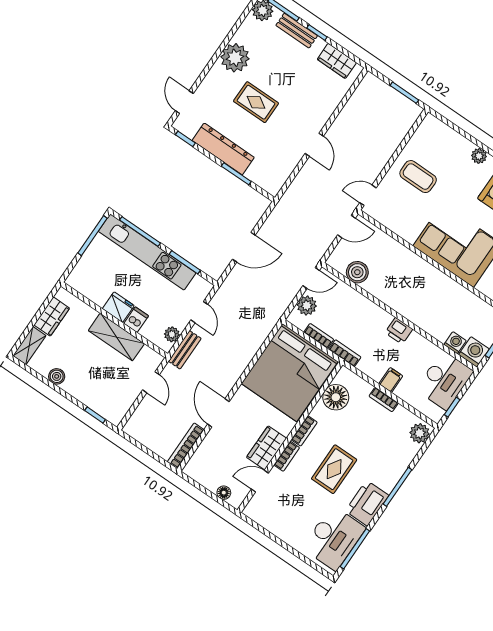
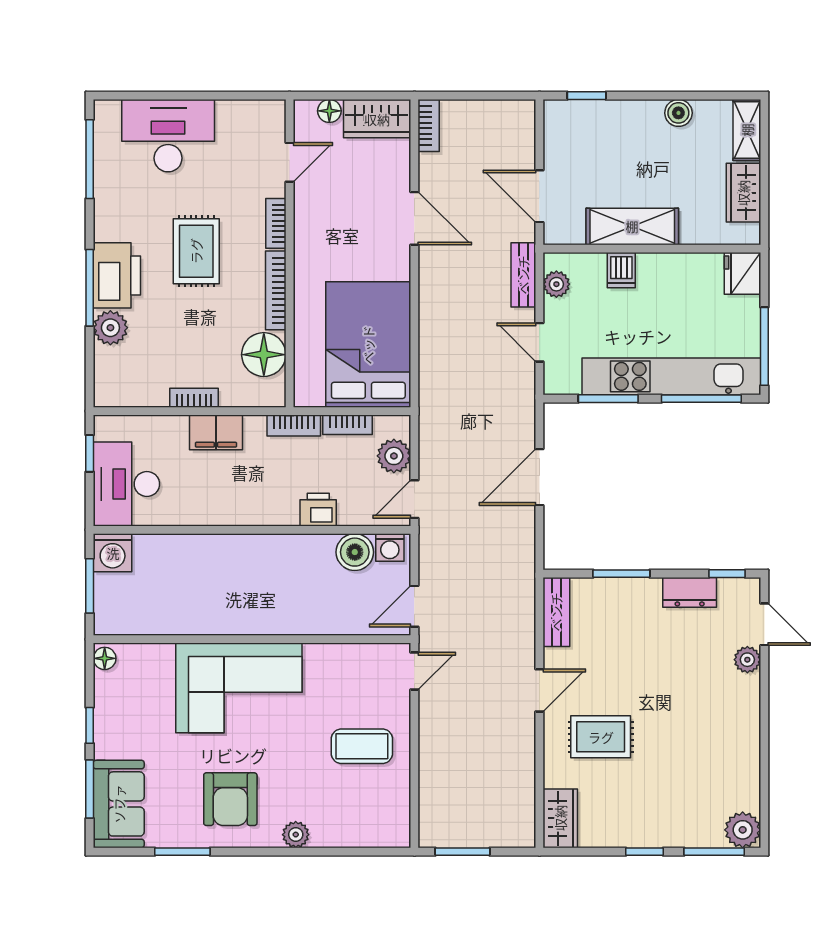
bench: (297, 31) -> (556, 612), moved, turned 90
plant: (235, 58) -> (747, 660), moved, width x0.53, depth x0.53
wardrobe: (337, 61) -> (560, 818), moved, turned 90
rug: (256, 102) -> (601, 737), moved
door: (314, 145) -> (539, 690), swing flipped
dresser: (223, 149) -> (690, 592), width x0.51, depth x0.80
fridge: (118, 307) -> (743, 273), moved, turned 90
printer: (399, 331) -> (318, 510), moved
washing machine: (455, 343) -> (390, 548), moved
bed: (290, 373) -> (368, 345), width x0.73
filing cabinet: (391, 380) -> (216, 432), width x2.00
door: (151, 382) -> (539, 196), width x1.38
bookcase: (304, 431) -> (276, 290), width x1.56
plant: (420, 433) -> (110, 328), moved
bookcase: (186, 446) -> (429, 126), width x0.64
wardrobe: (266, 448) -> (377, 119), moved, turned 90
printer: (367, 503) -> (117, 275), moved
desk: (334, 538) -> (168, 136), moved, turned 90

